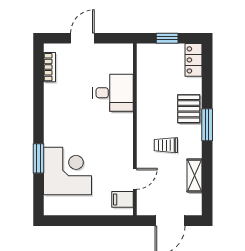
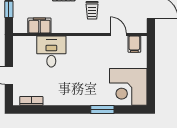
filing cabinet: (146, 78) -> (39, 26), added
corner desk: (67, 171) -> (128, 87), moved, turned -90

